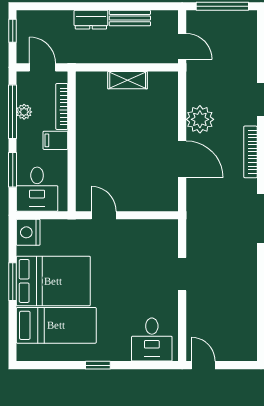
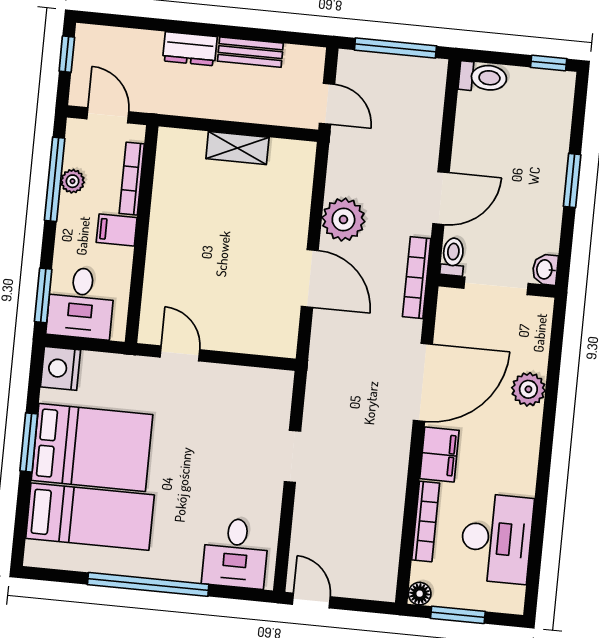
window: (13, 170) -> (43, 295), moved
window: (98, 365) -> (148, 584), width x3.17

